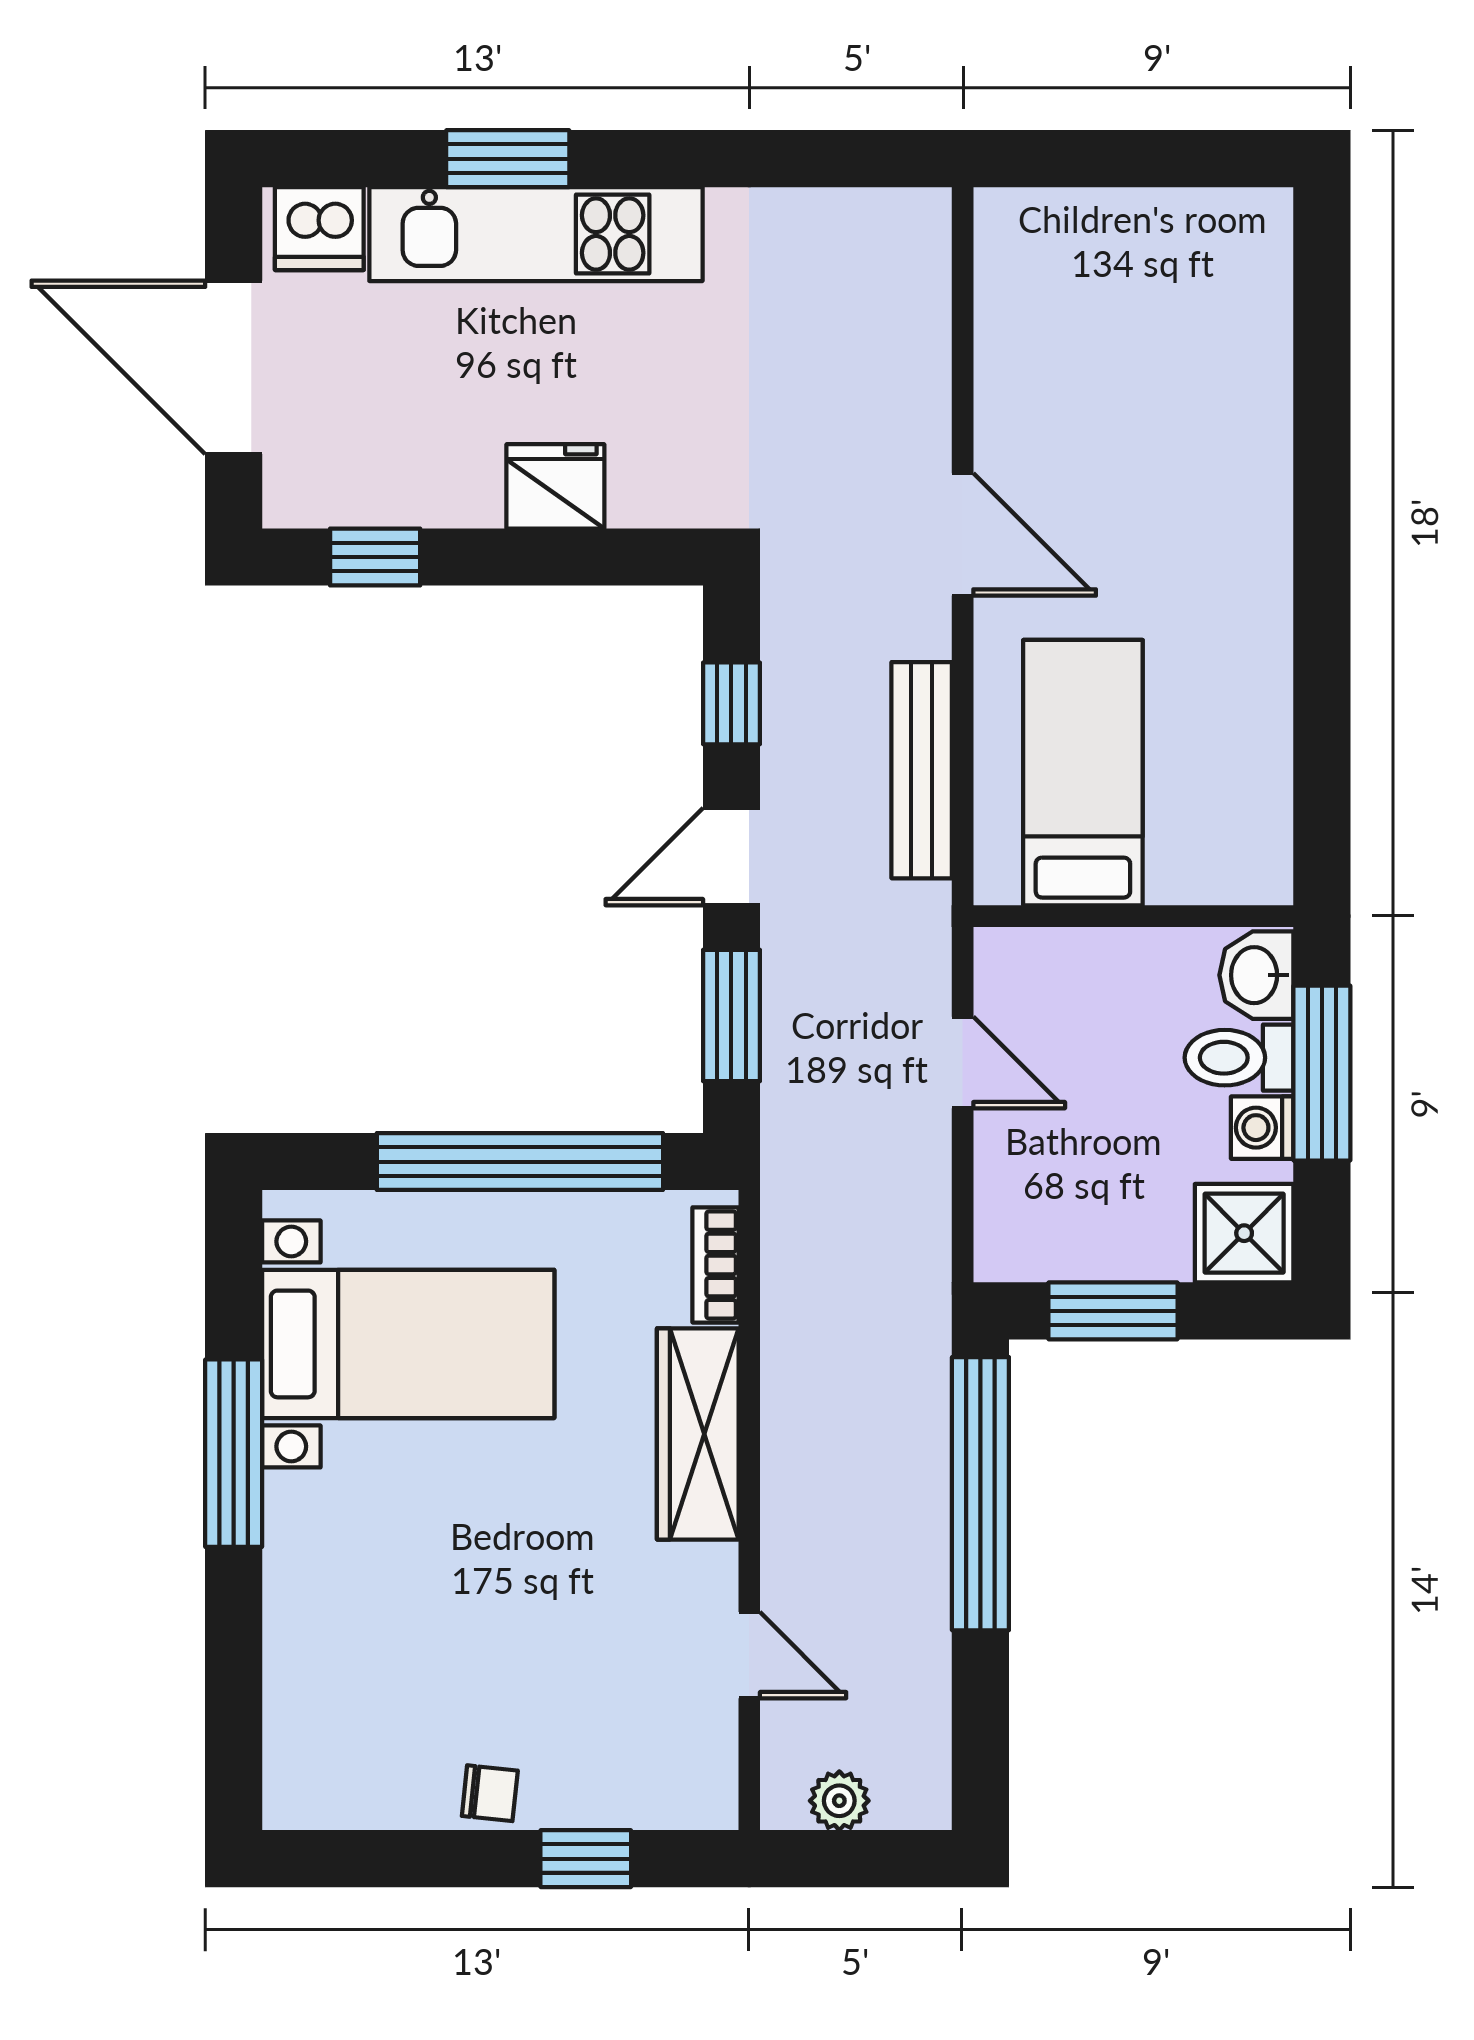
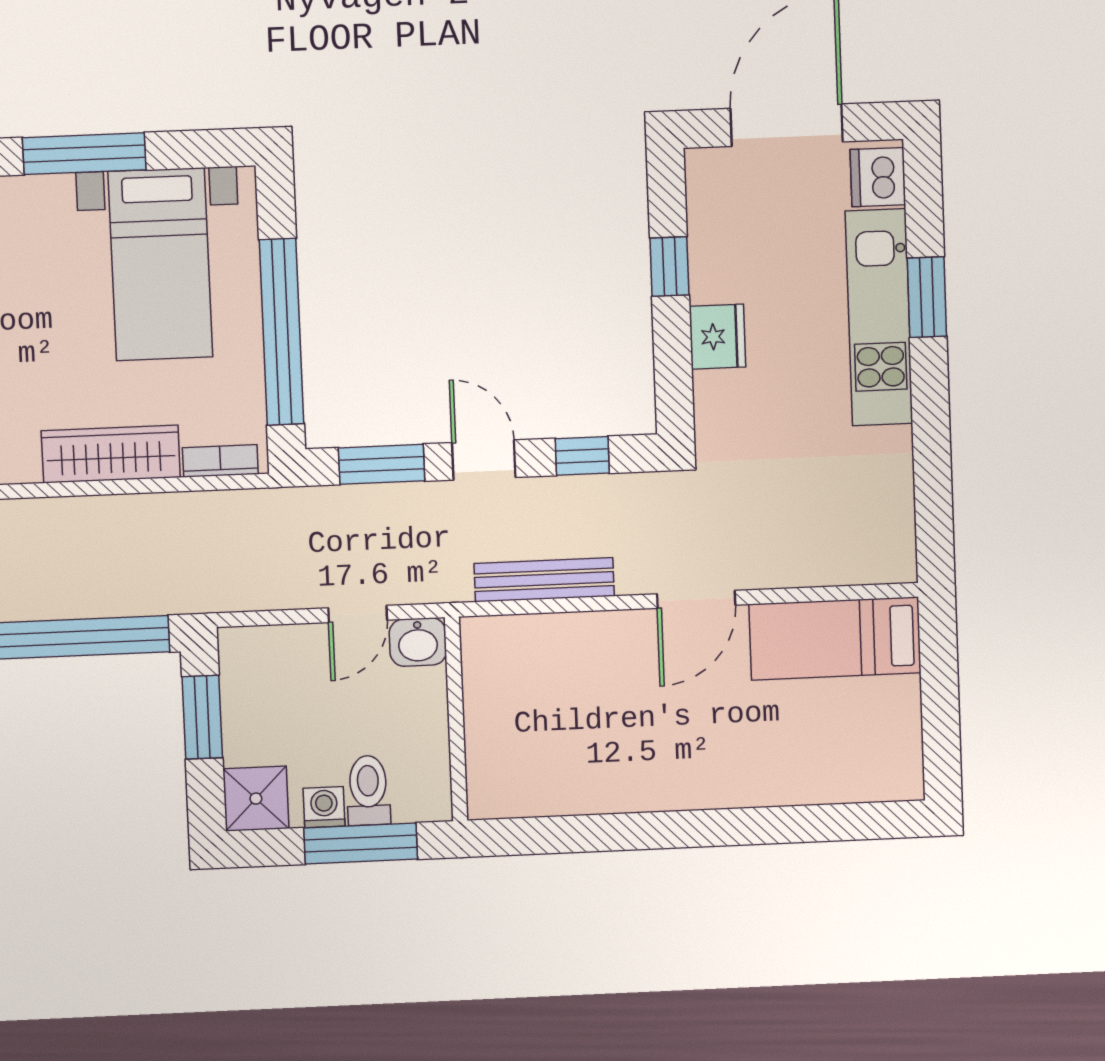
window: (375, 557) -> (669, 267), moved
bed: (1083, 773) -> (835, 638), moved, turned 180
washbasin: (1256, 975) -> (418, 642), moved, turned 180

